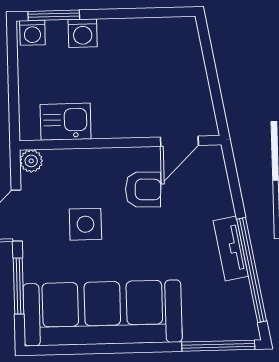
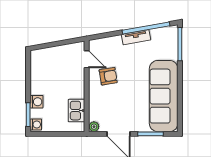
armchair: (143, 189) -> (108, 76), turned 79
side table: (85, 224) -> (123, 103), removed

